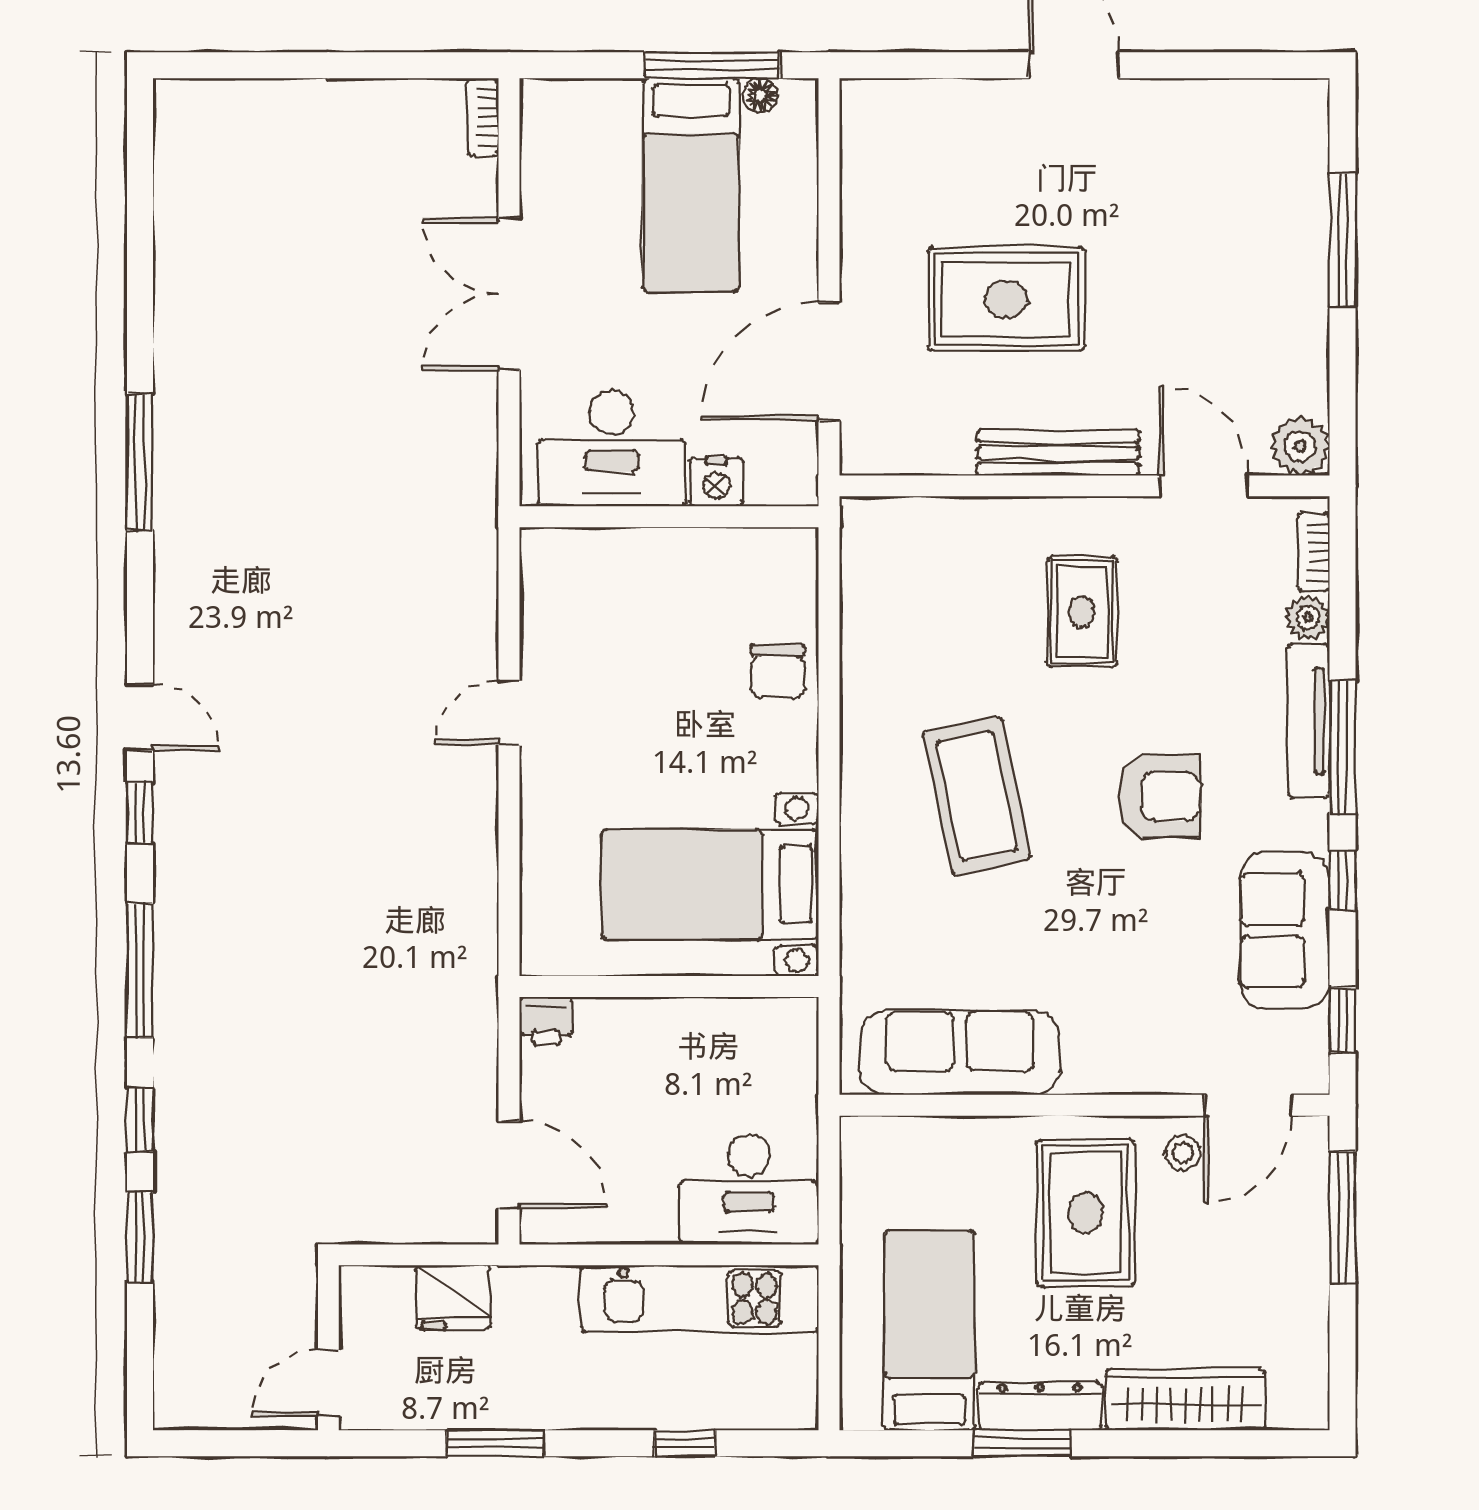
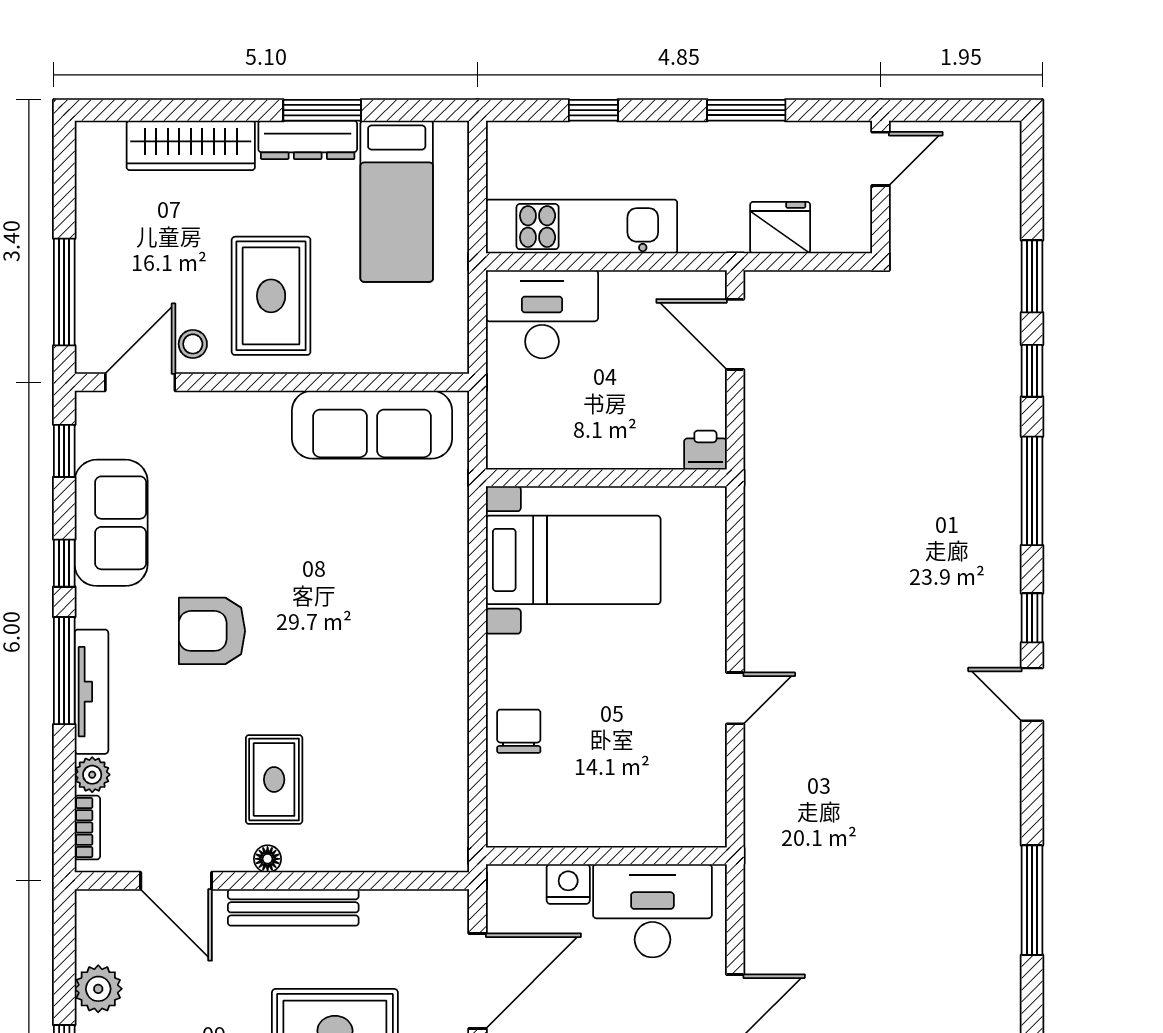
plant: (1300, 446) -> (98, 989), moved
floor lamp: (1090, 513) -> (268, 859), added
coffee table: (977, 796) -> (359, 631), removed

